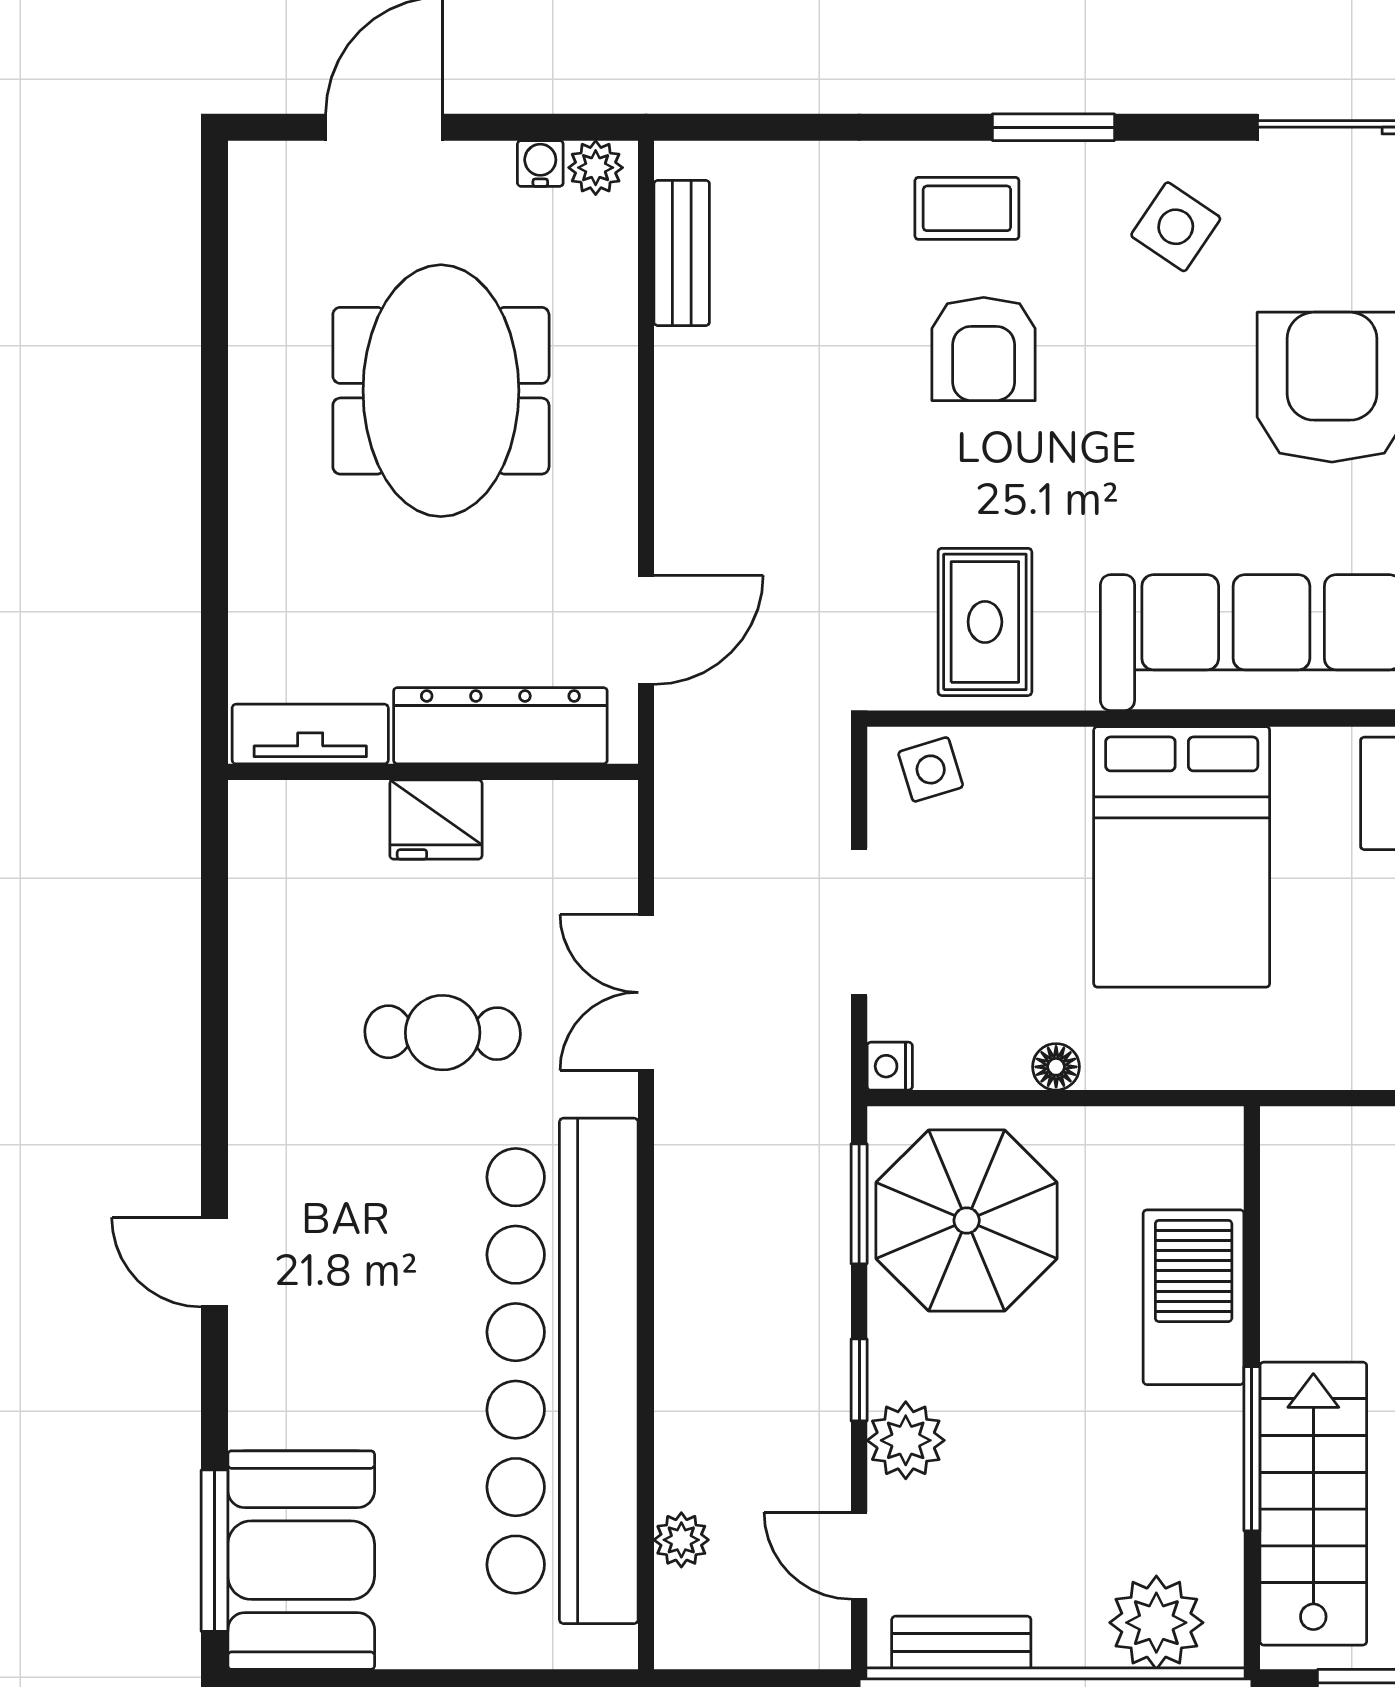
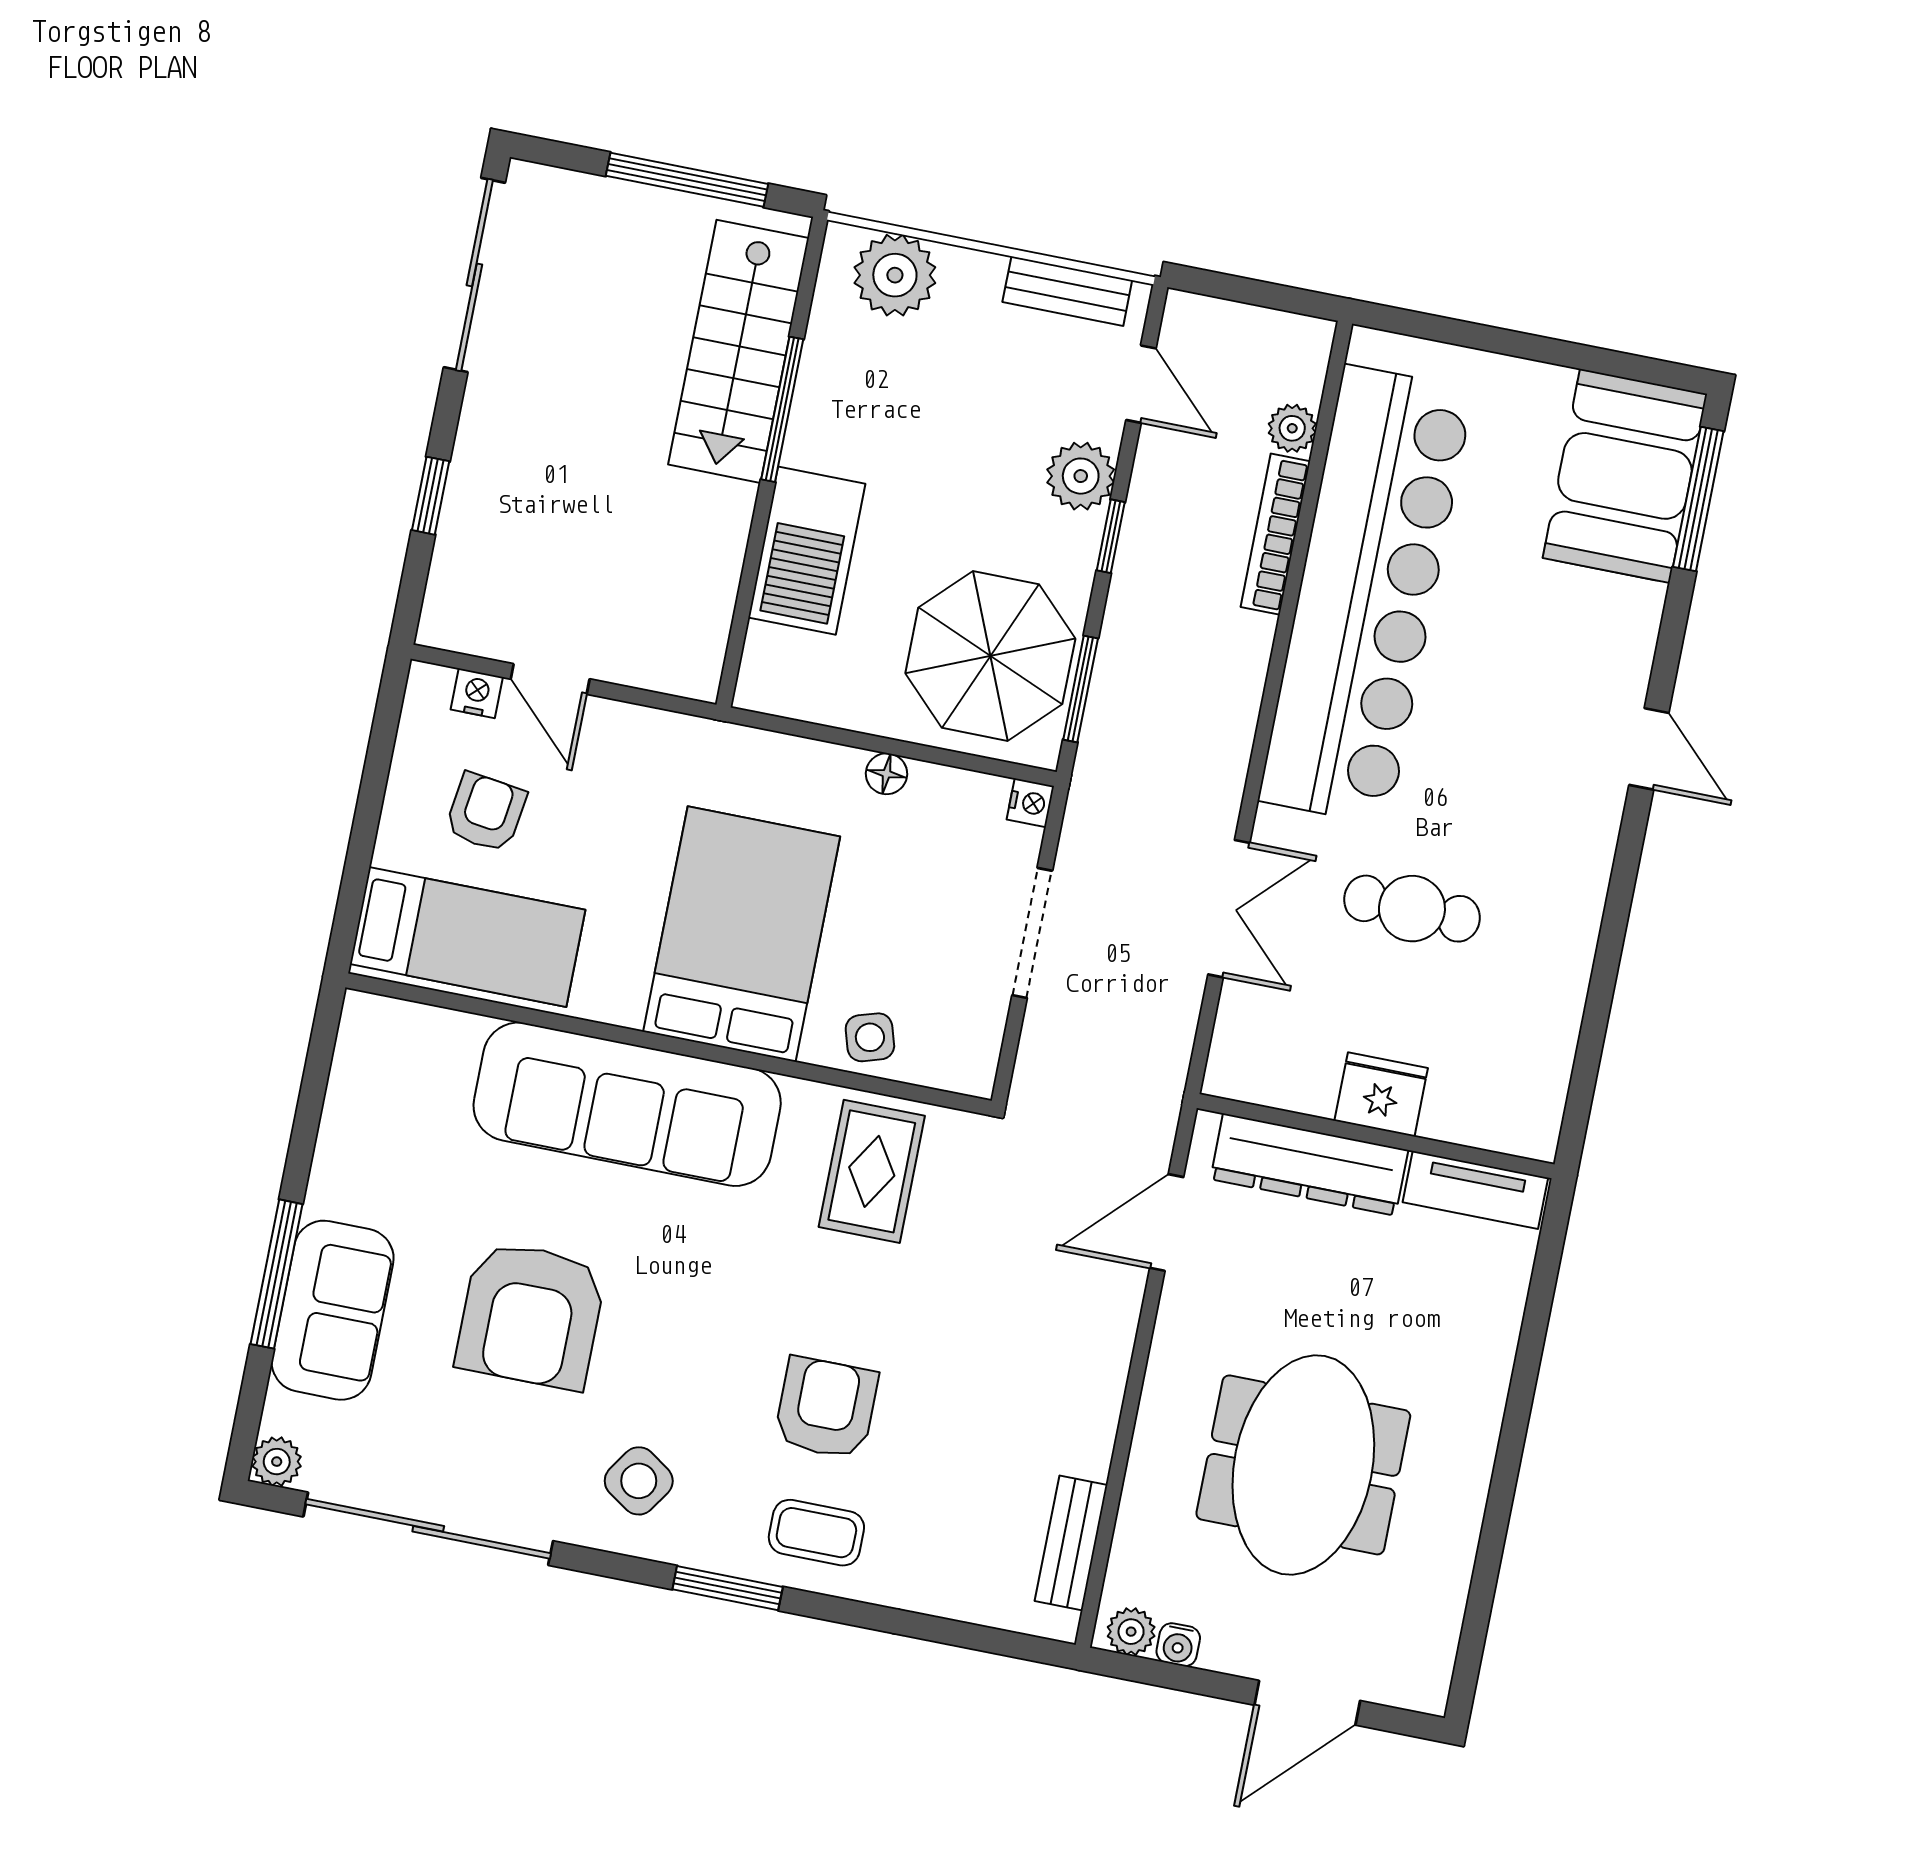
side table: (931, 769) -> (870, 1037), moved
bookcase: (677, 1419) -> (1275, 534), added

